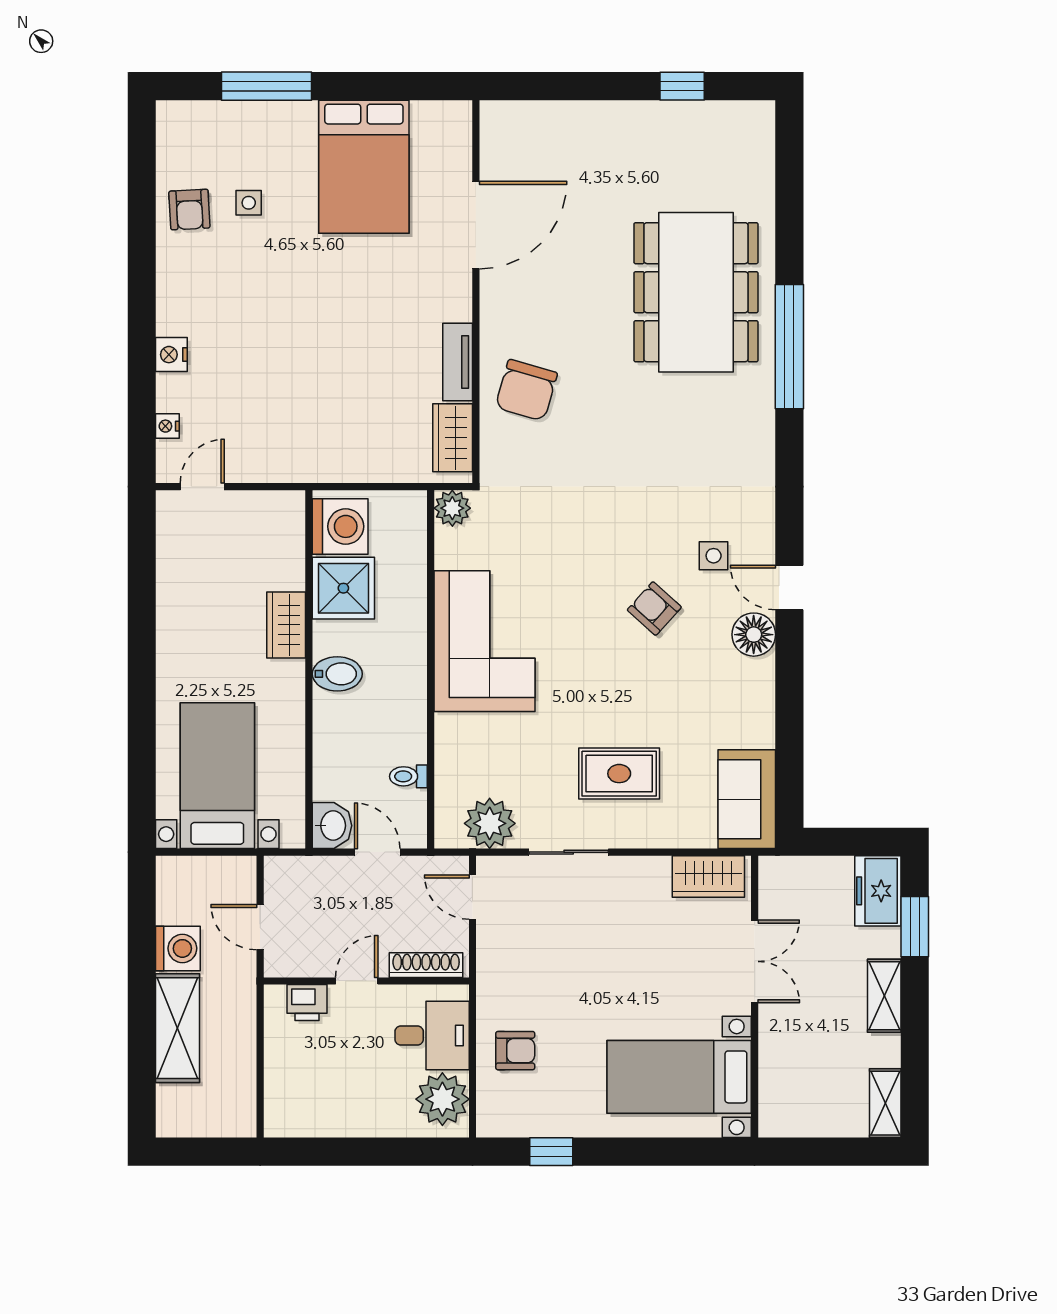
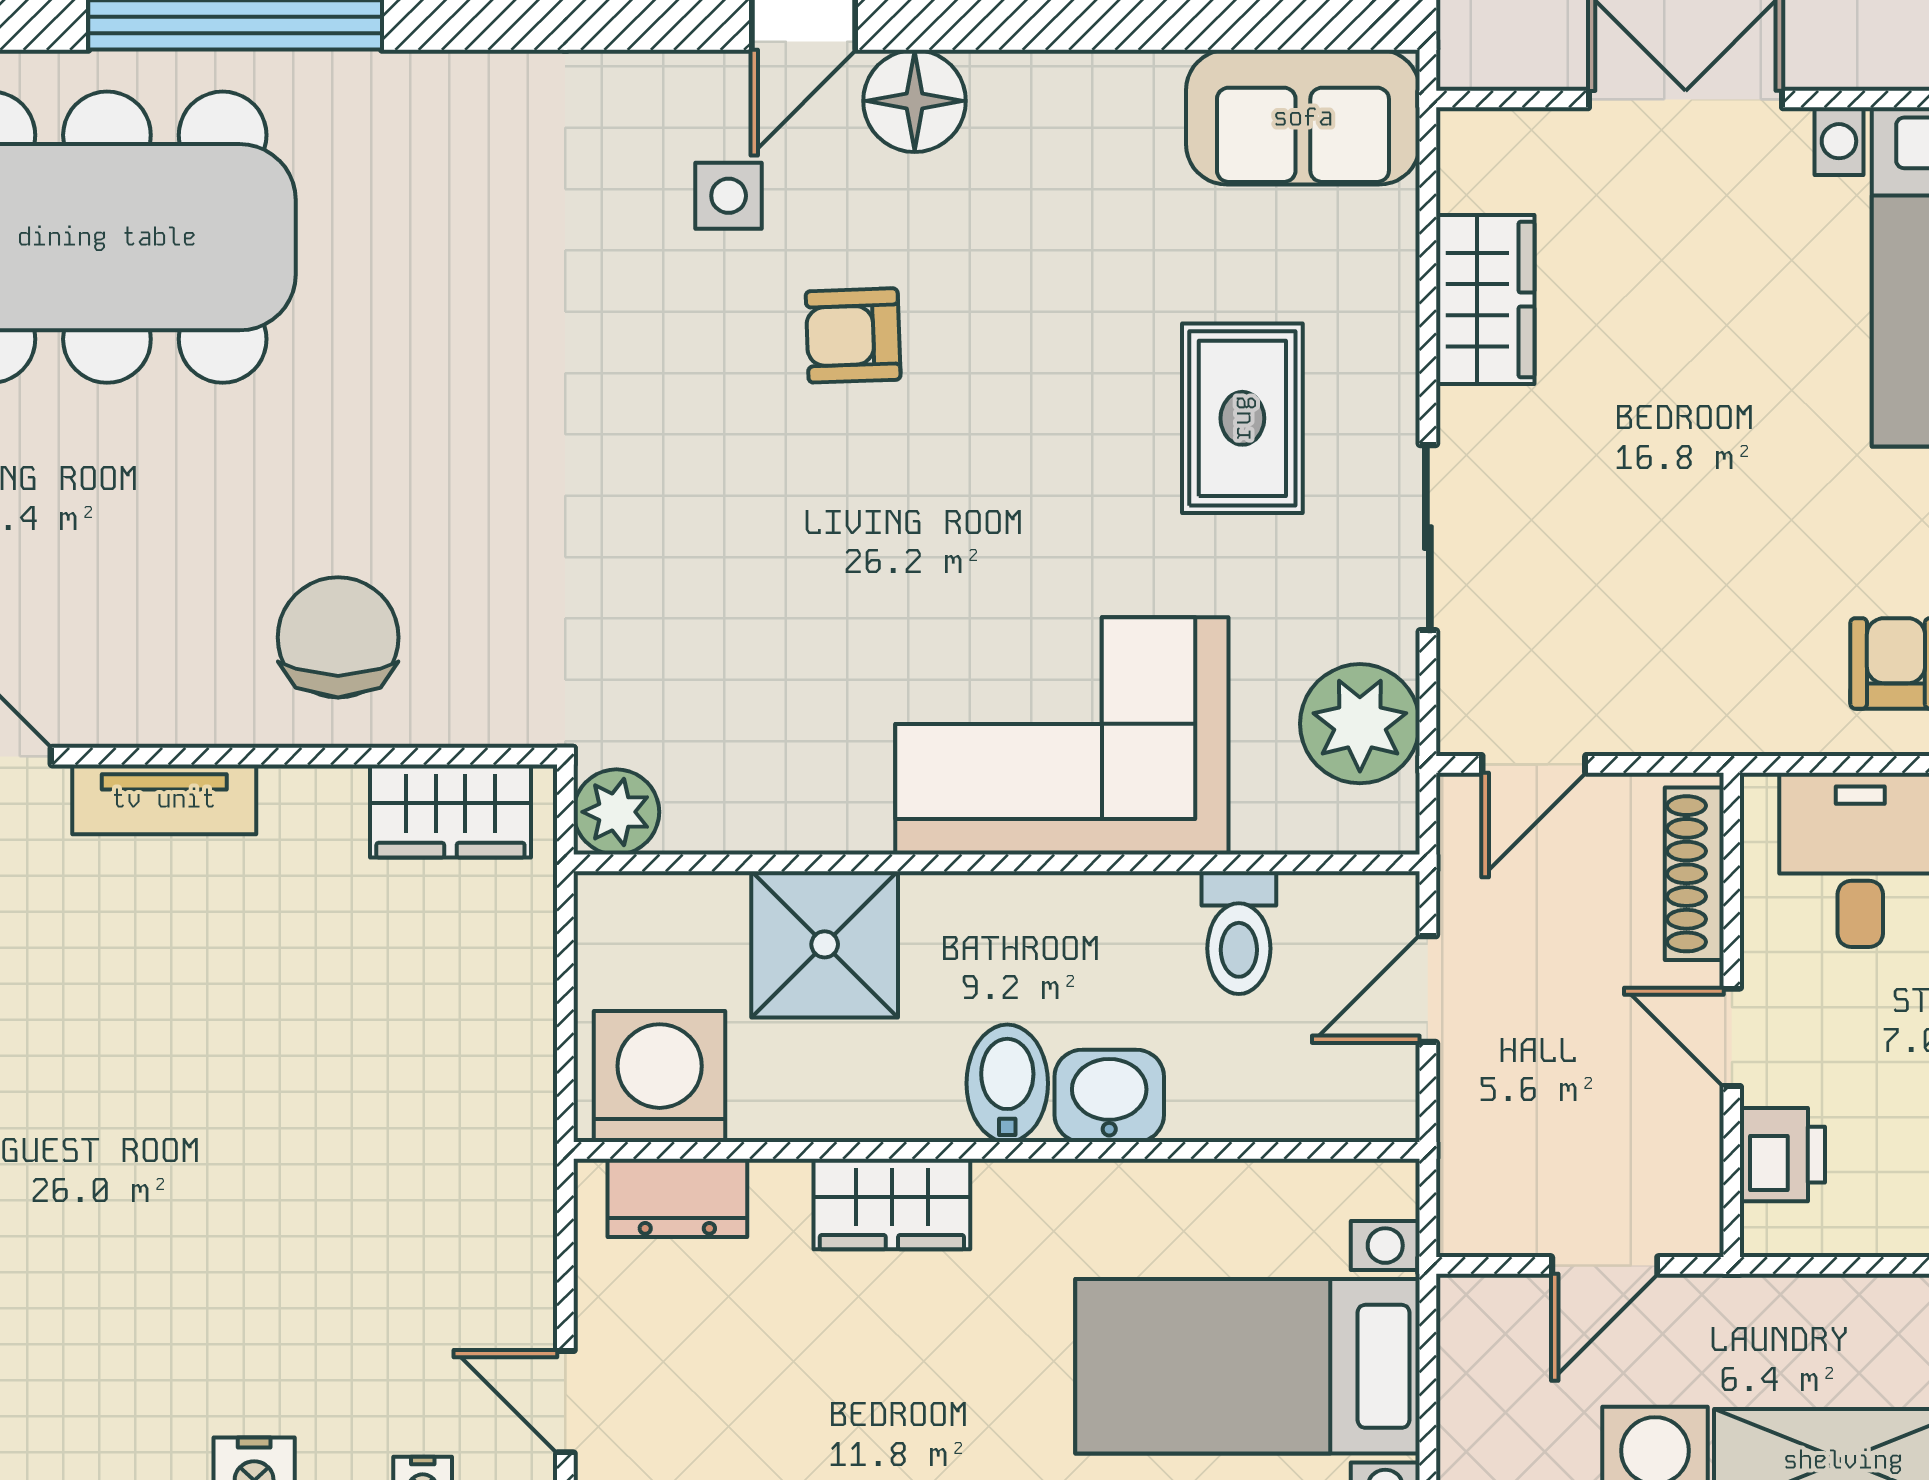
tv unit: (458, 362) -> (164, 799), moved
chair: (526, 390) -> (338, 637), turned -106
dresser: (289, 534) -> (677, 1198), added
shower: (343, 588) -> (825, 944), moved
armchair: (654, 609) -> (853, 335), turned 46
corner sofa: (485, 641) -> (1062, 736), moved
toilet: (408, 776) -> (1239, 933), width x1.37, depth x1.39
washbasin: (332, 826) -> (1109, 1096), moved
wardrobe: (708, 876) -> (1485, 300), moved

